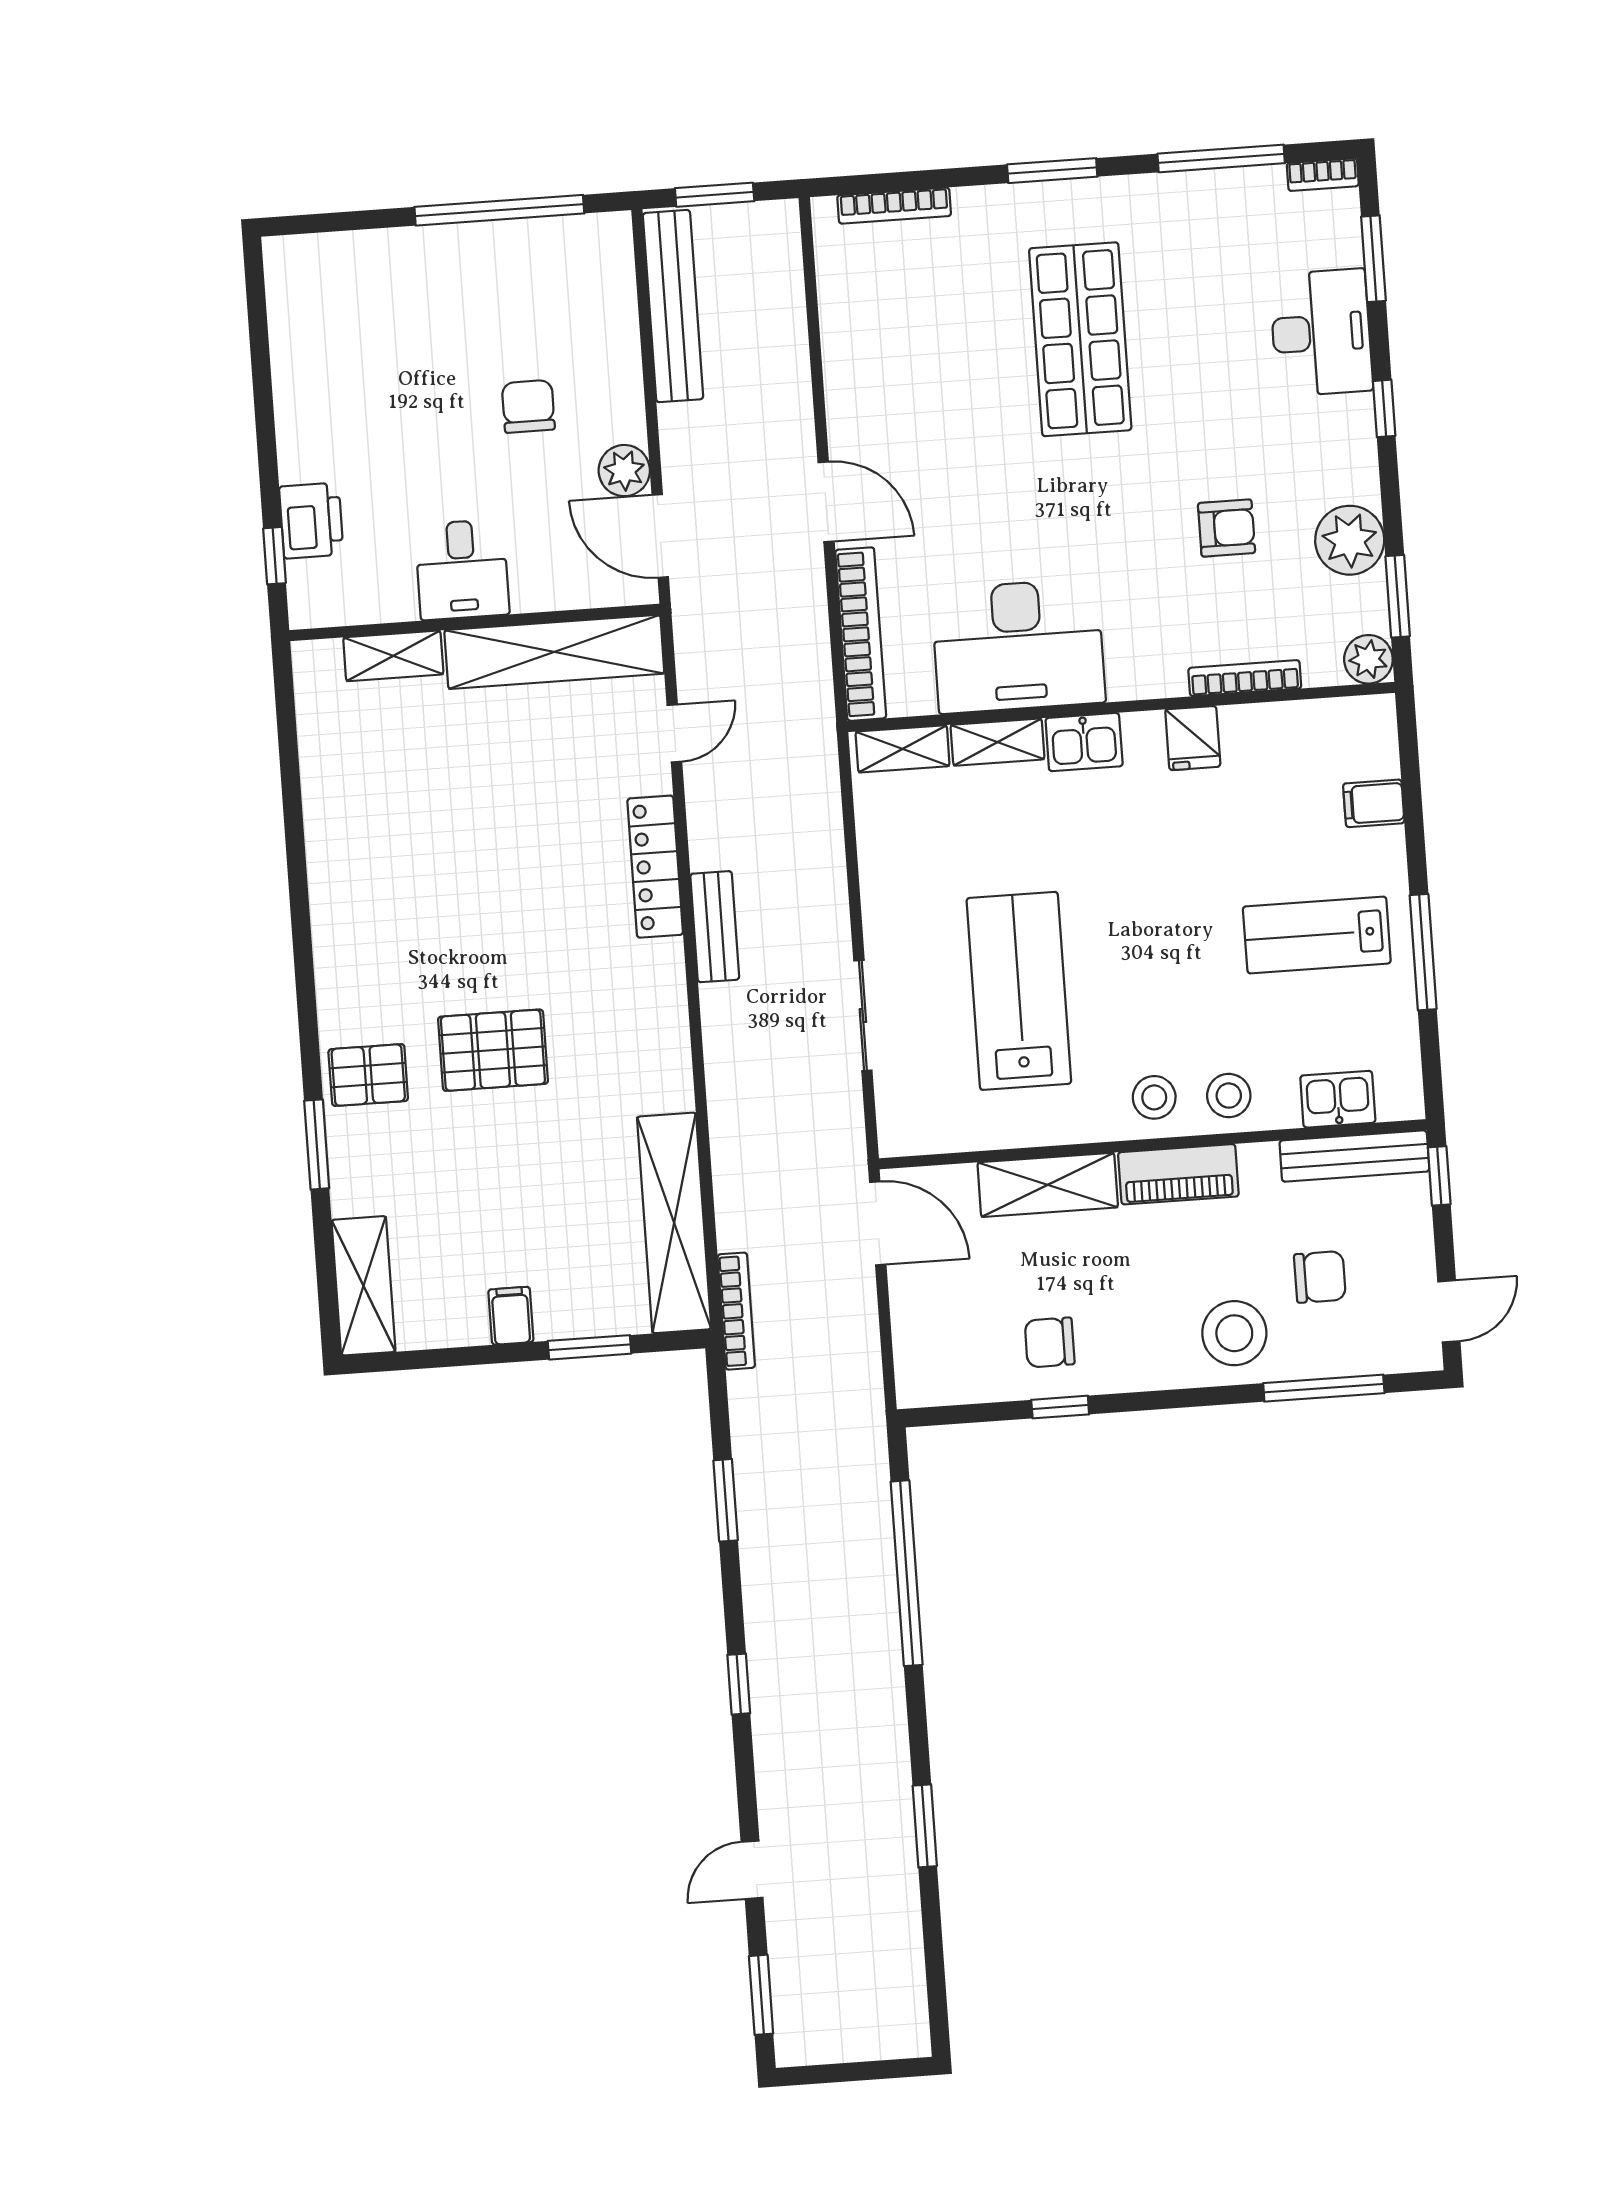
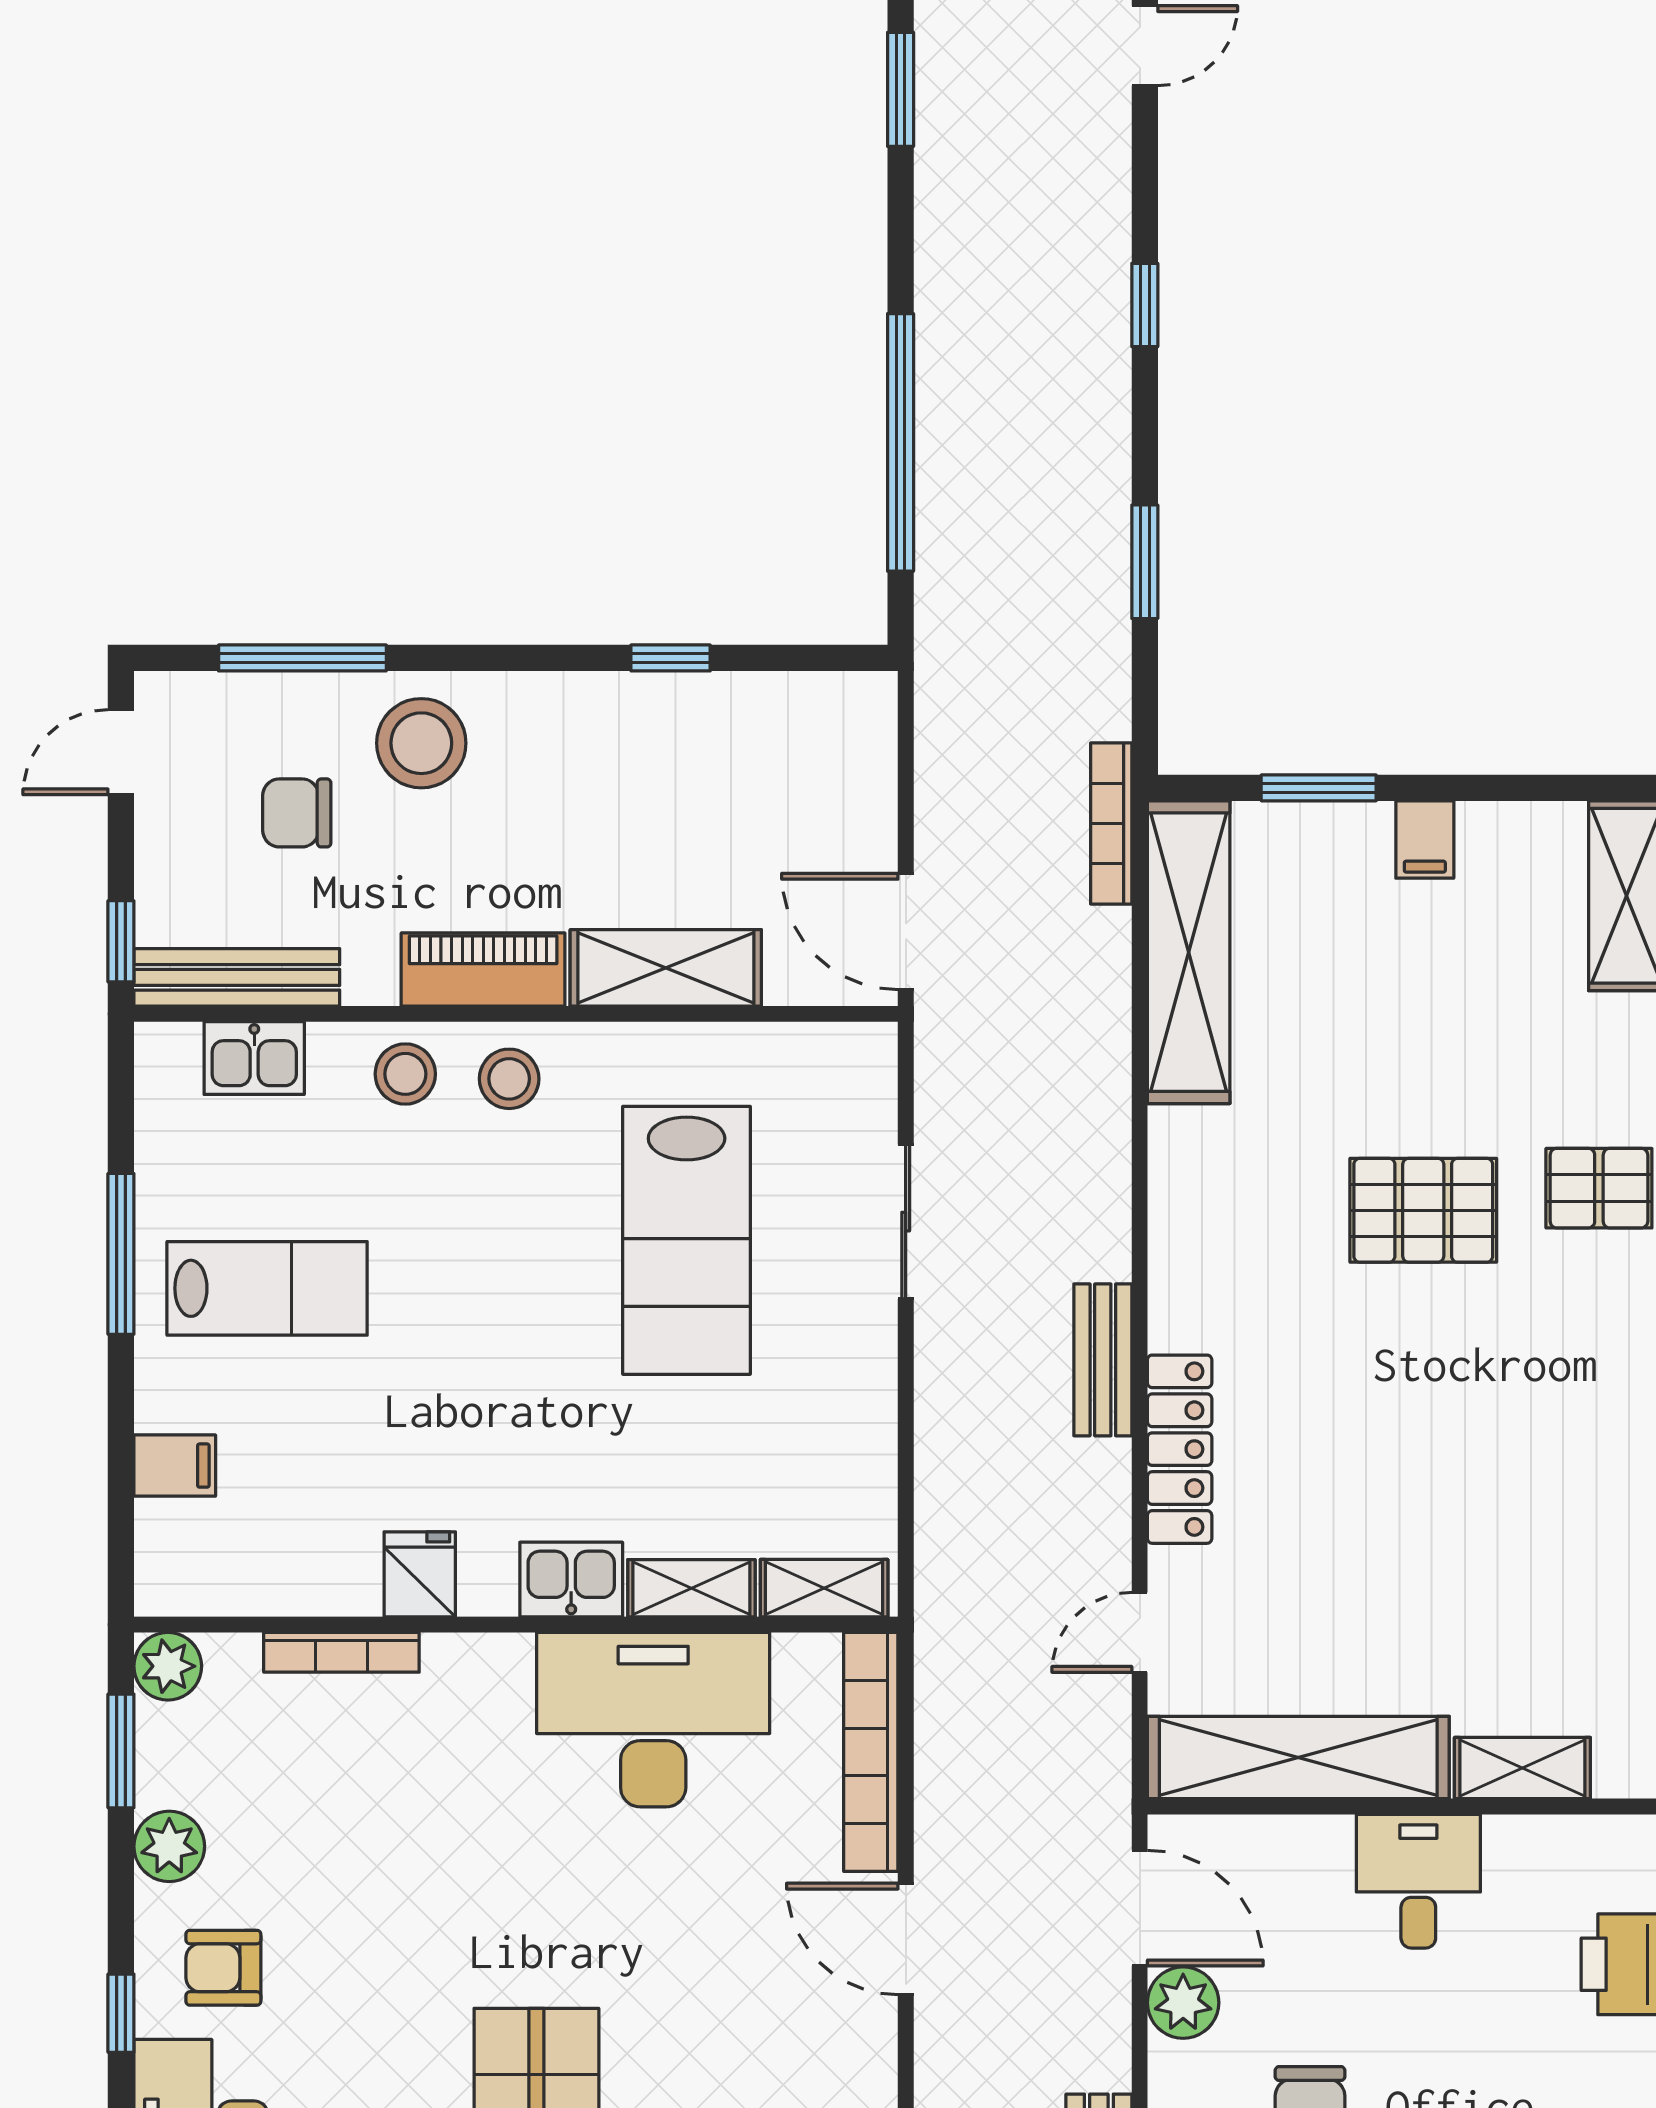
armchair: (1226, 528) -> (223, 1968), moved
plant: (1350, 540) -> (169, 1846), width x0.73, depth x0.73
chair: (1050, 1342) -> (679, 749), removed

